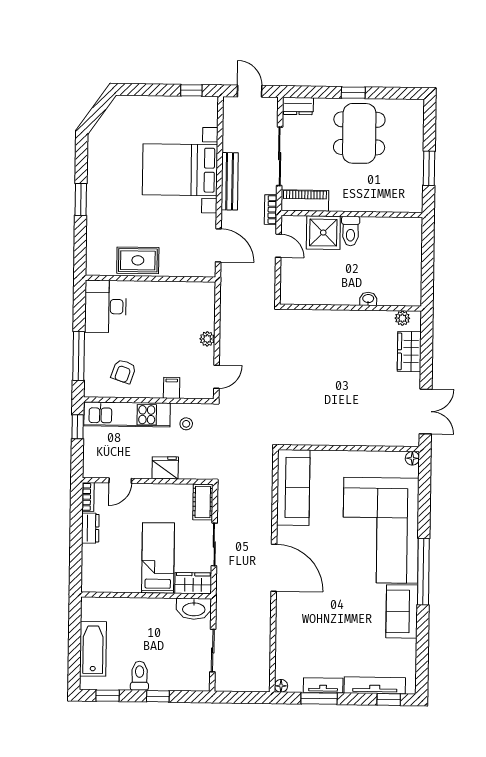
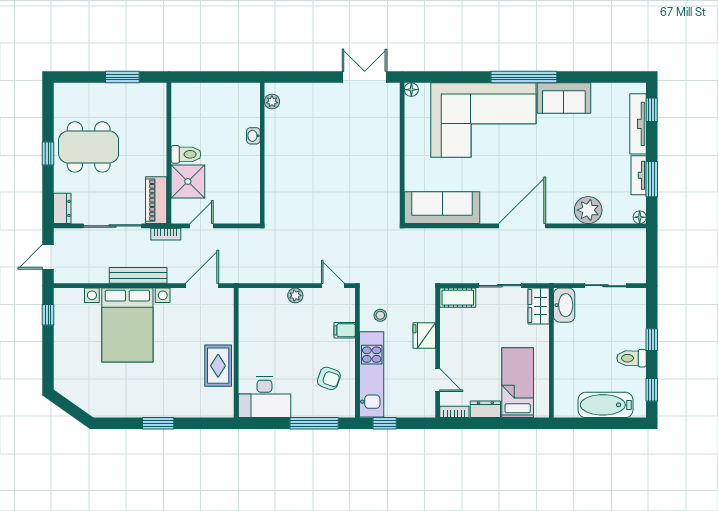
wardrobe: (409, 352) -> (305, 94), removed
bed: (158, 558) -> (518, 383), moved, turned 90
plant: (289, 634) -> (588, 210), added

